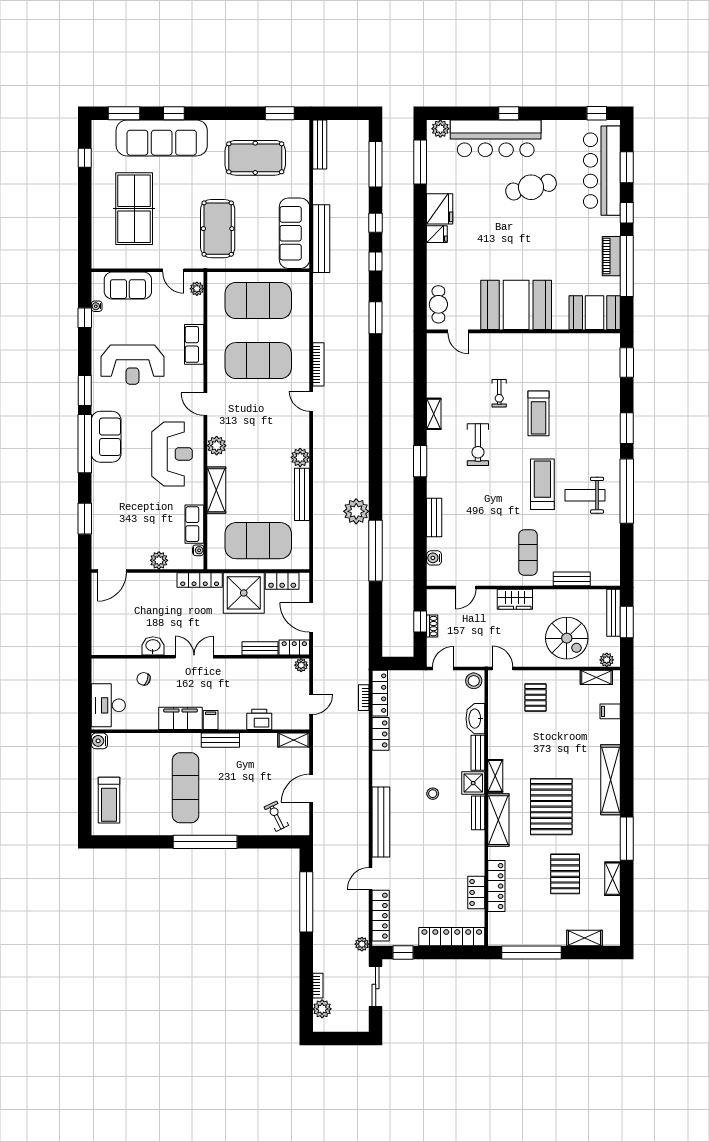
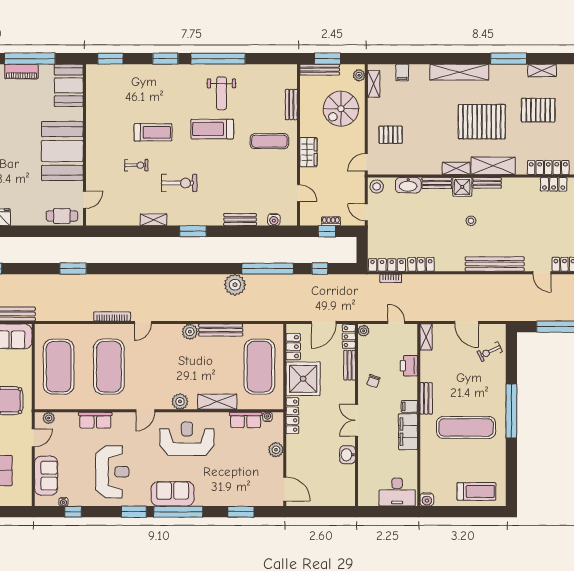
window: (376, 262) -> (320, 269), moved
spiral stairs: (567, 638) -> (341, 109), turned 180
chair: (144, 679) -> (373, 381), moved

